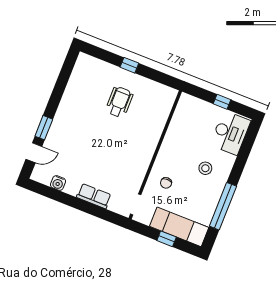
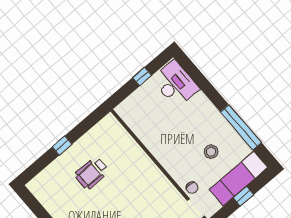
wheelchair: (119, 102) -> (92, 173), turned -90
stool: (205, 168) -> (211, 152), moved
chair: (166, 183) -> (192, 188), moved

